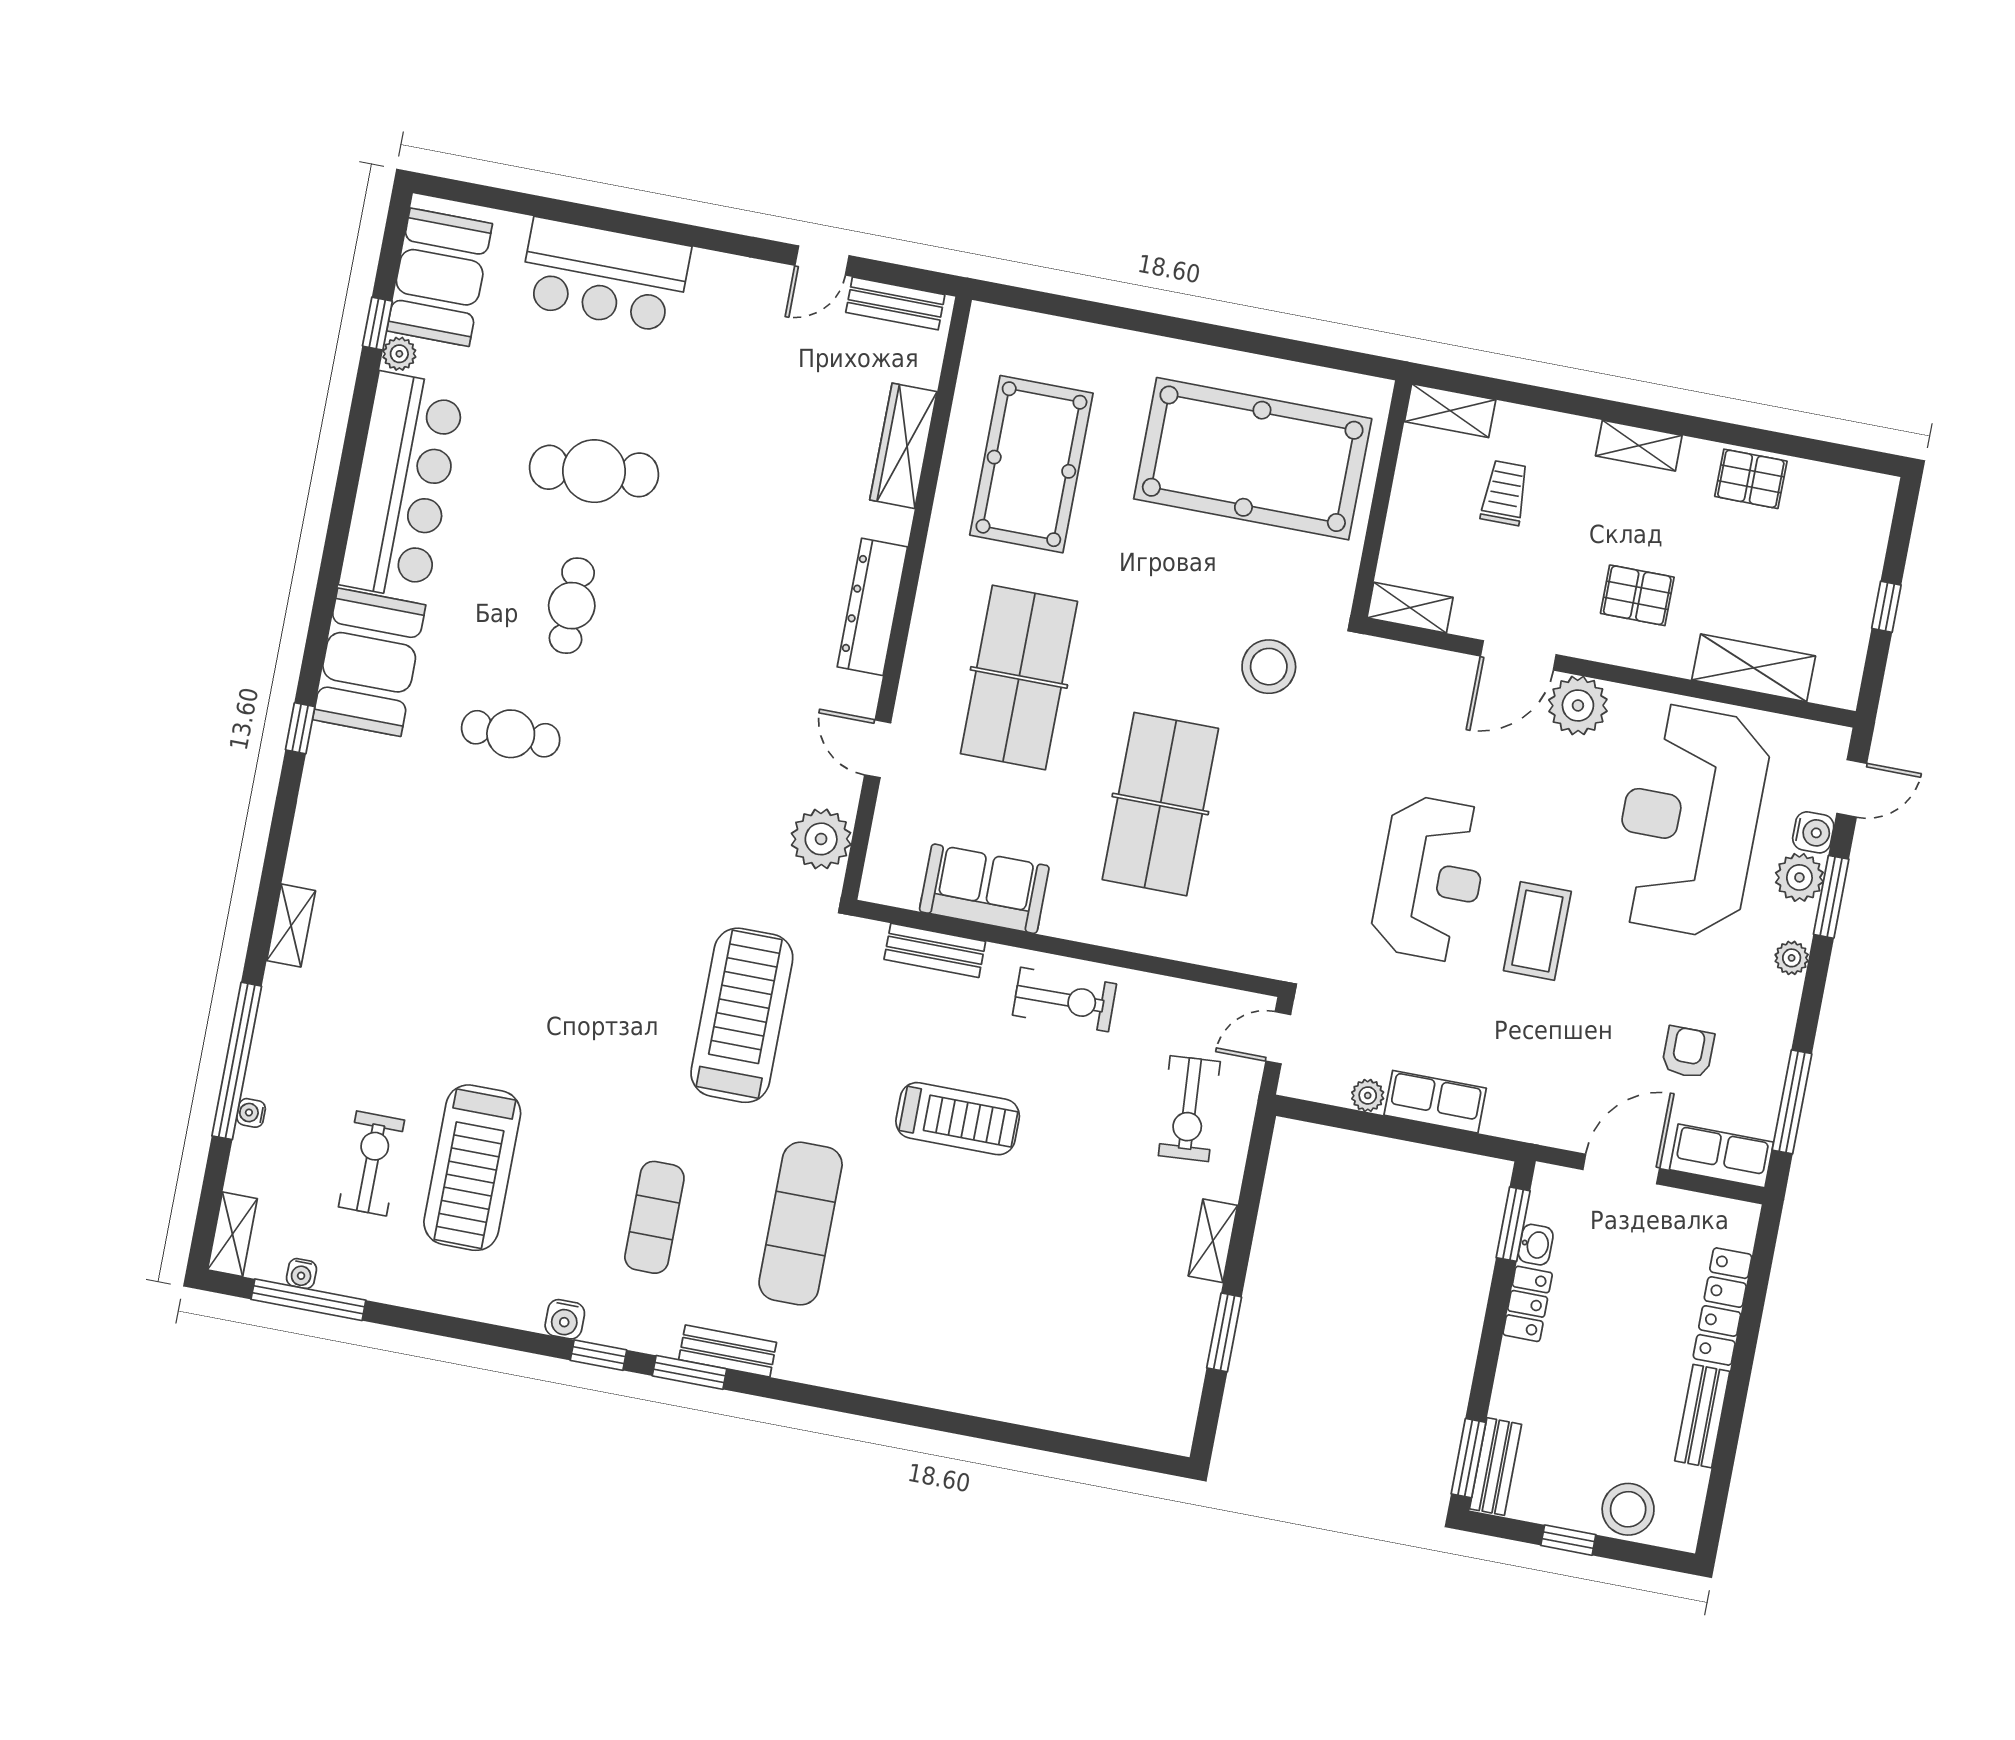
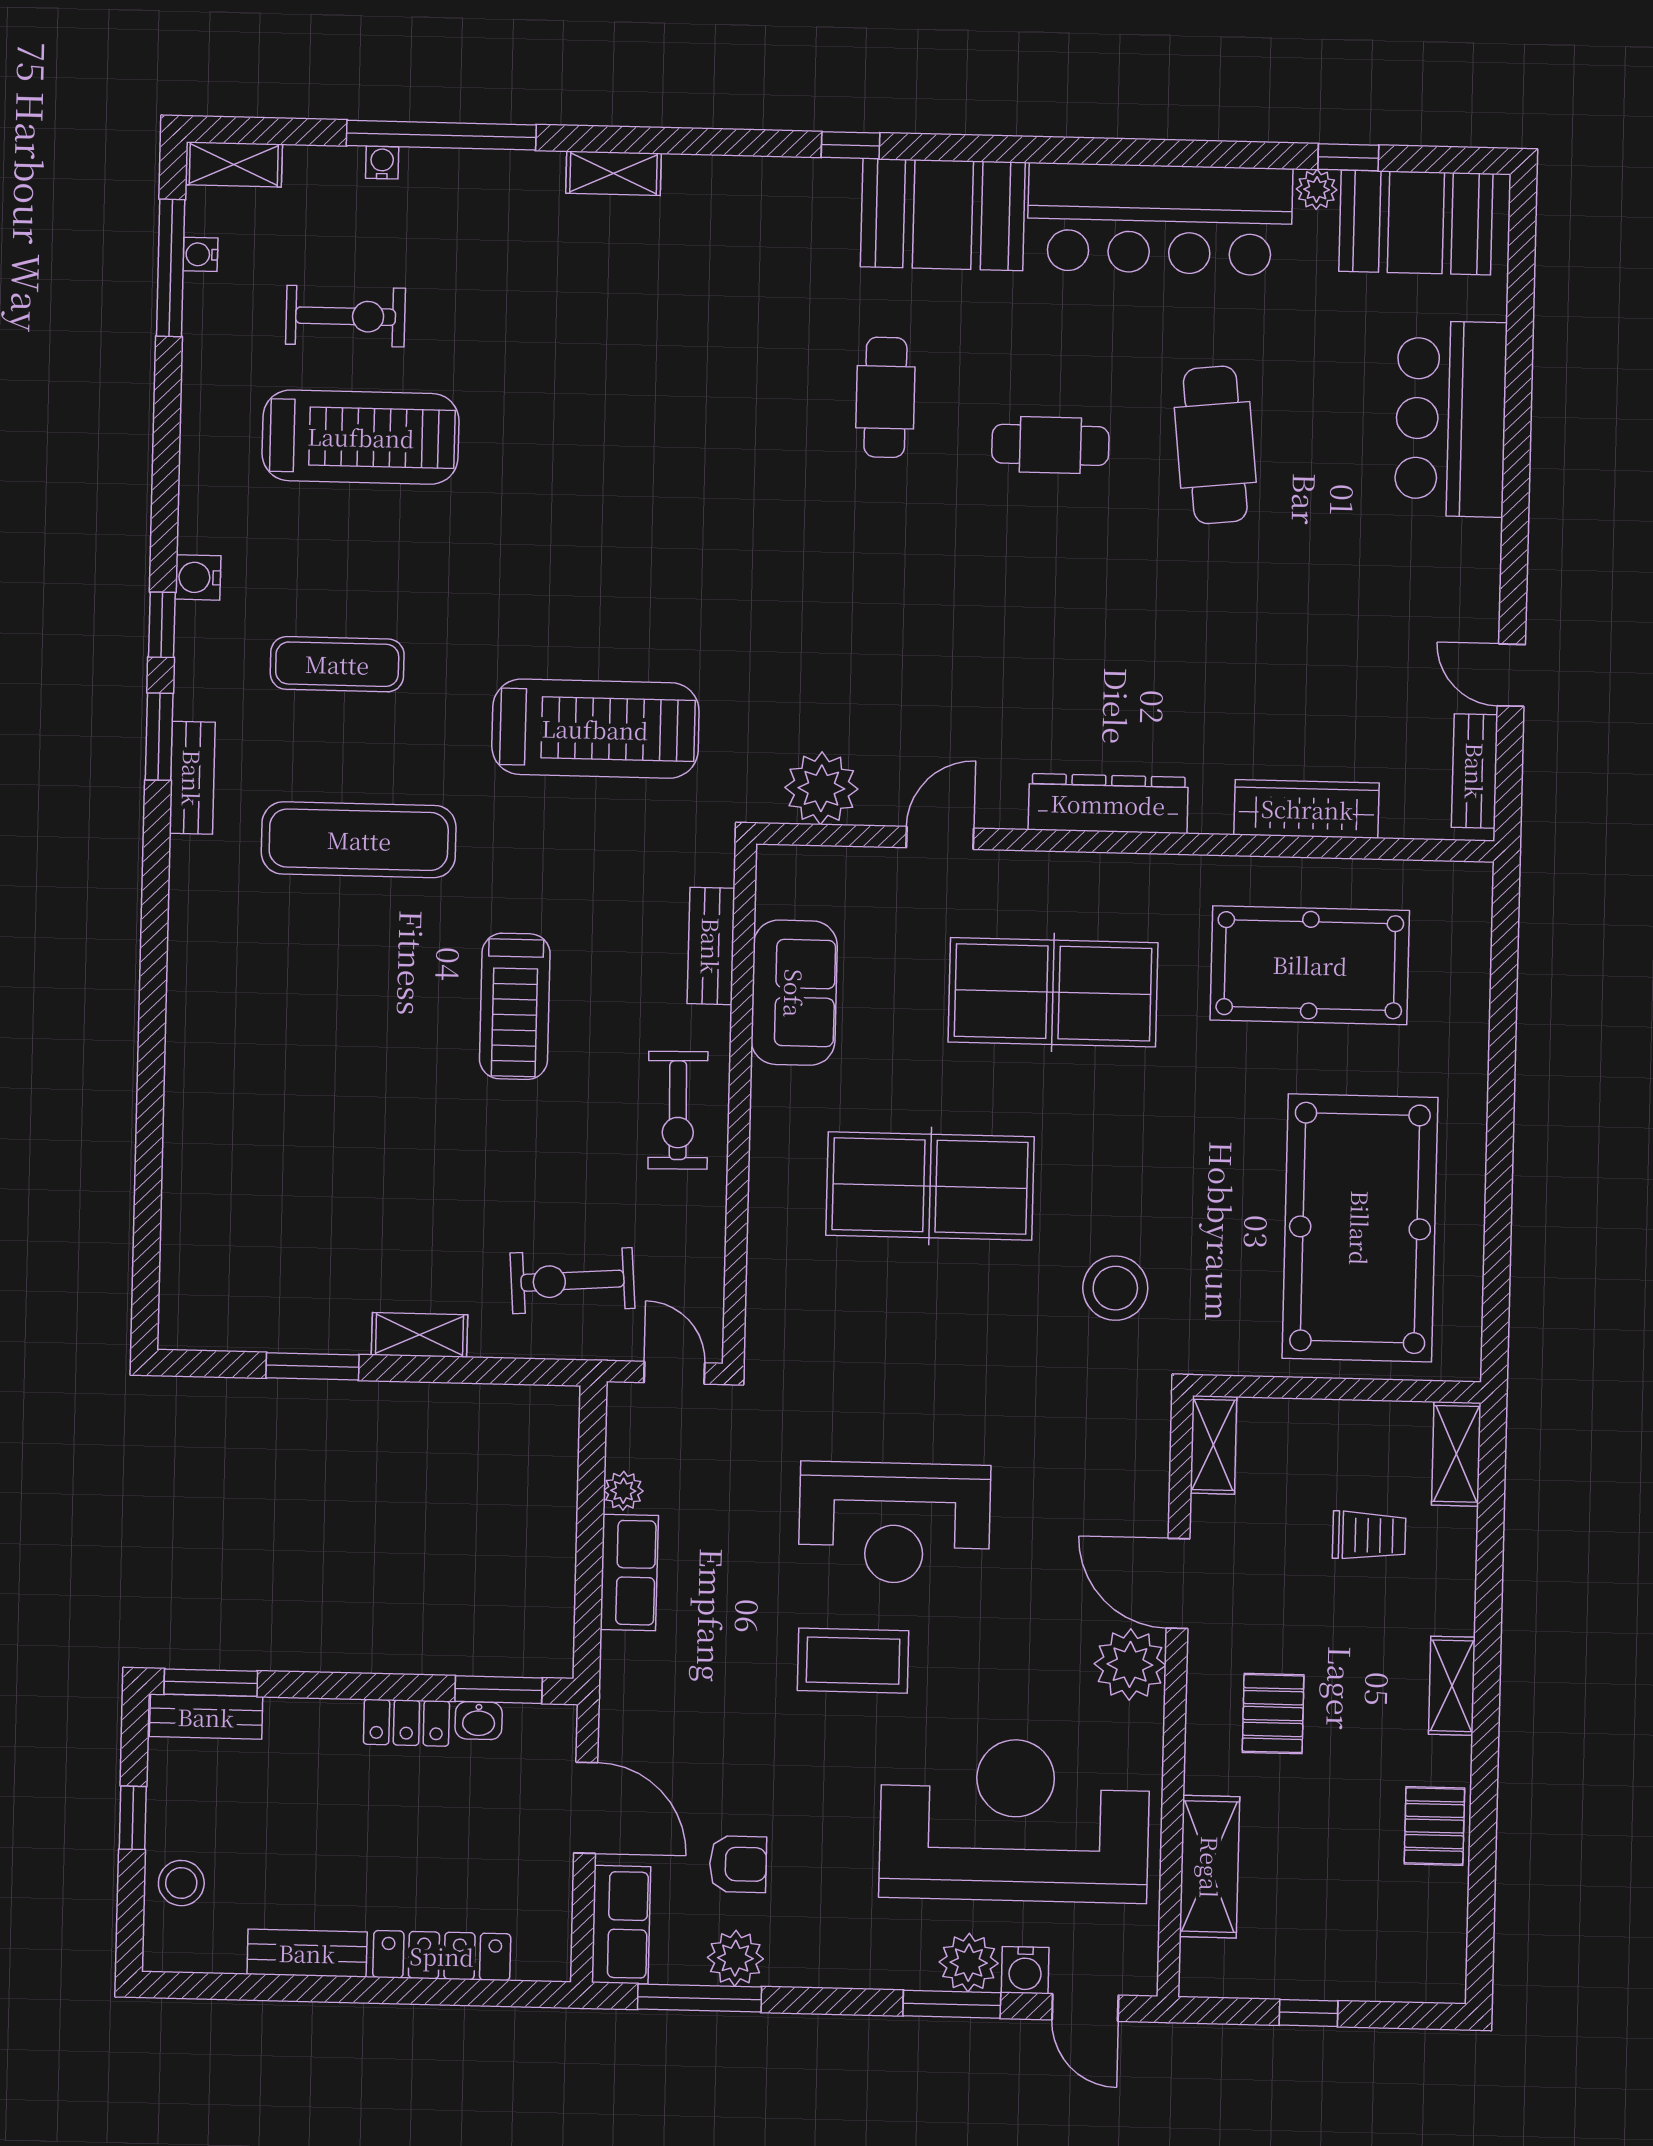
plant: (1792, 958) -> (735, 1958), moved, width x1.38, depth x1.38
treadmill: (472, 1168) -> (361, 437), turned 180
stool: (1628, 1509) -> (181, 1883), width x0.73, depth x0.73

